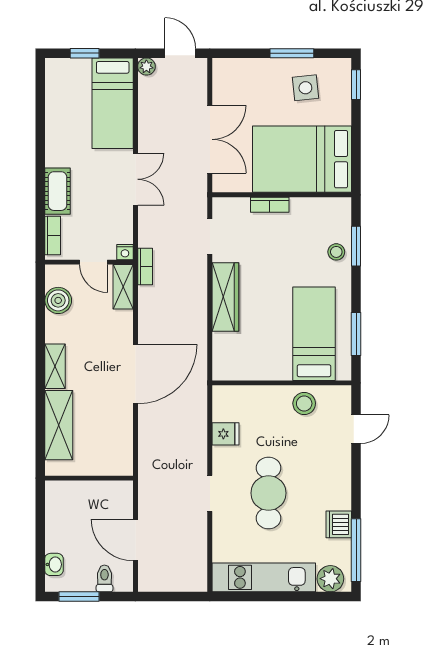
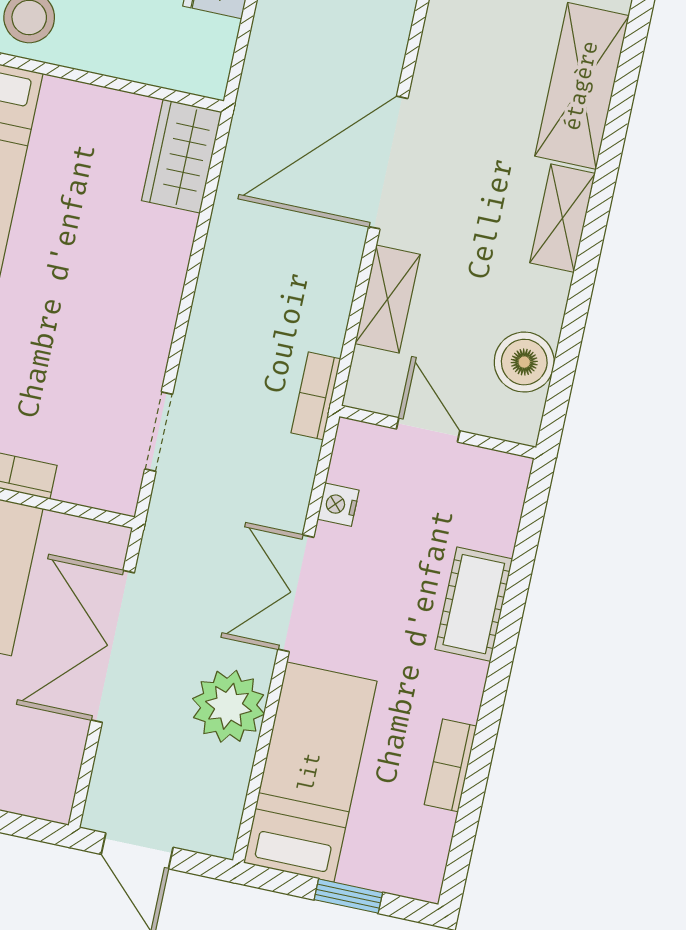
plant: (146, 67) -> (229, 706), moved, width x1.87, depth x1.87
bookcase: (53, 235) -> (451, 765), moved
nightstand: (125, 252) -> (338, 505), moved, turned -90
shelving: (123, 287) -> (388, 299), moved
wardrobe: (225, 297) -> (182, 156), moved, width x0.67

